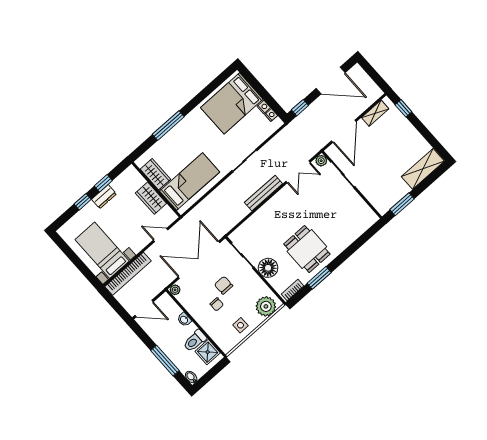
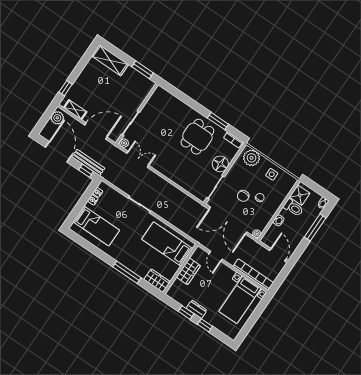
plant: (371, 90) -> (57, 118), added
bed: (232, 103) -> (96, 226), width x0.67
wardrobe: (155, 174) -> (157, 281), moved, turned 90
bench: (263, 193) -> (88, 162), moved

